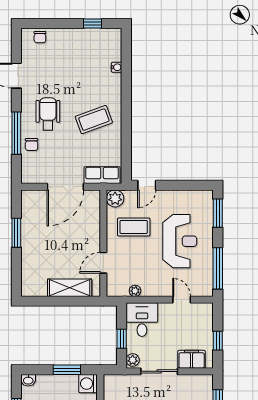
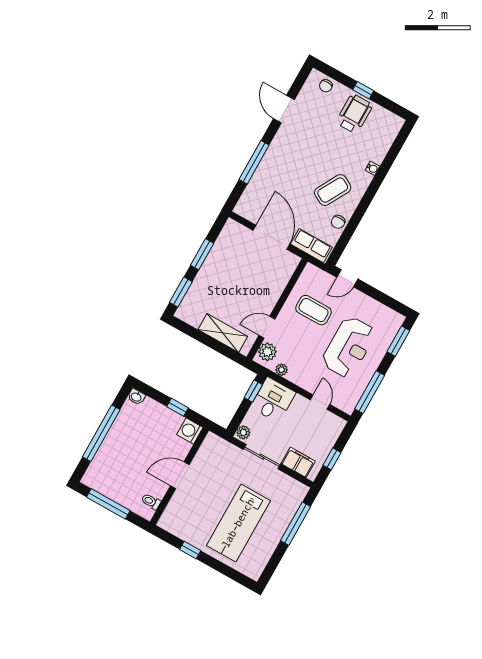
window: (92, 23) -> (363, 90), moved
water cooler: (117, 67) -> (372, 168), moved
wheelchair: (48, 114) -> (354, 114), moved
coffee table: (94, 120) -> (333, 190), turned -41
chair: (32, 145) -> (338, 222), moved
door: (65, 187) -> (271, 237), swing flipped
plant: (115, 198) -> (267, 352), moved
window: (16, 273) -> (181, 292), added
window: (122, 339) -> (253, 391), moved
window: (67, 370) -> (177, 407), width x0.67

